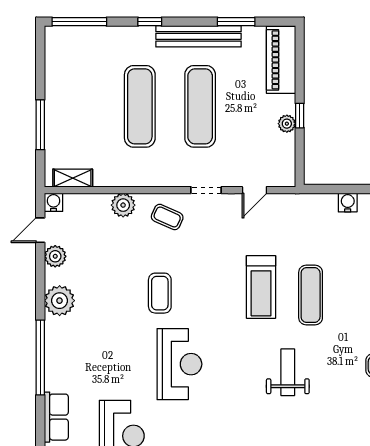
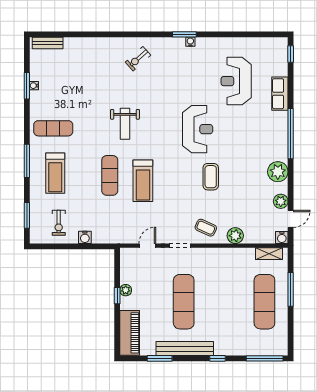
exercise mat: (140, 106) -> (264, 302), moved
treadmill: (261, 287) -> (143, 181), turned 180
reception desk: (179, 364) -> (198, 129), turned 180

